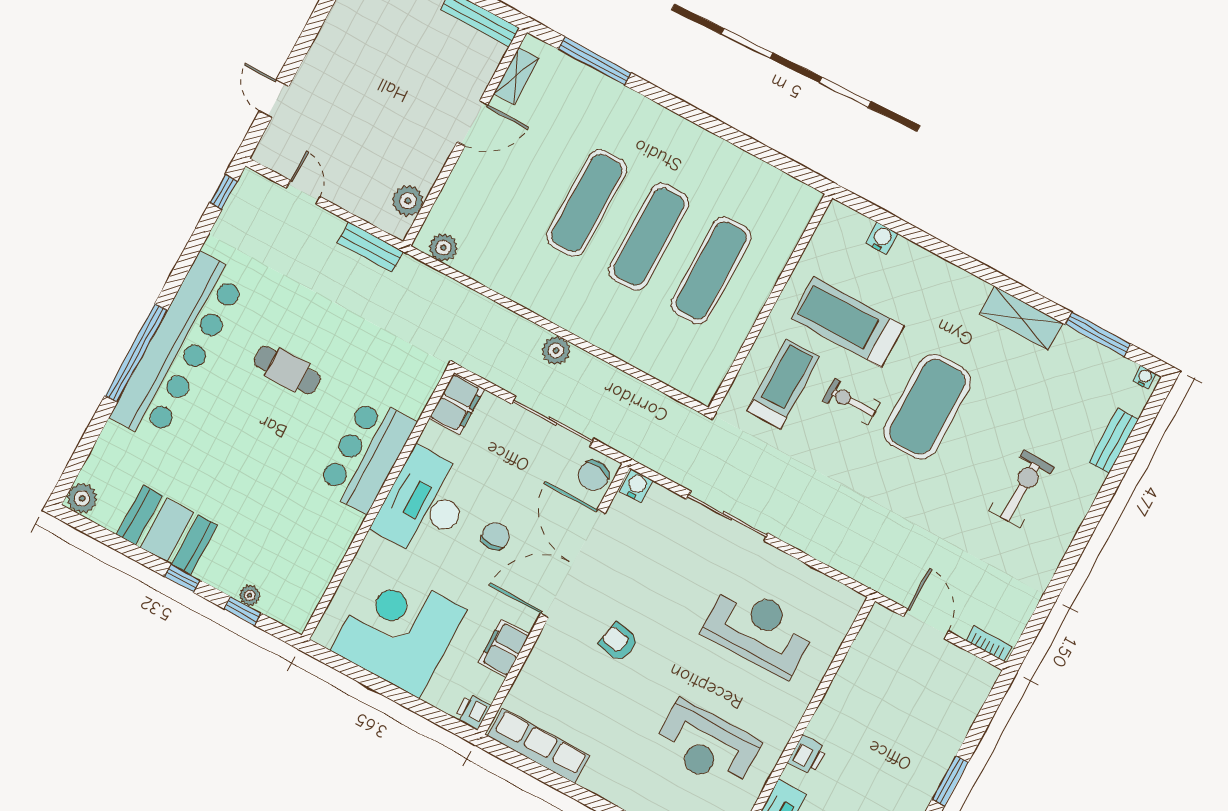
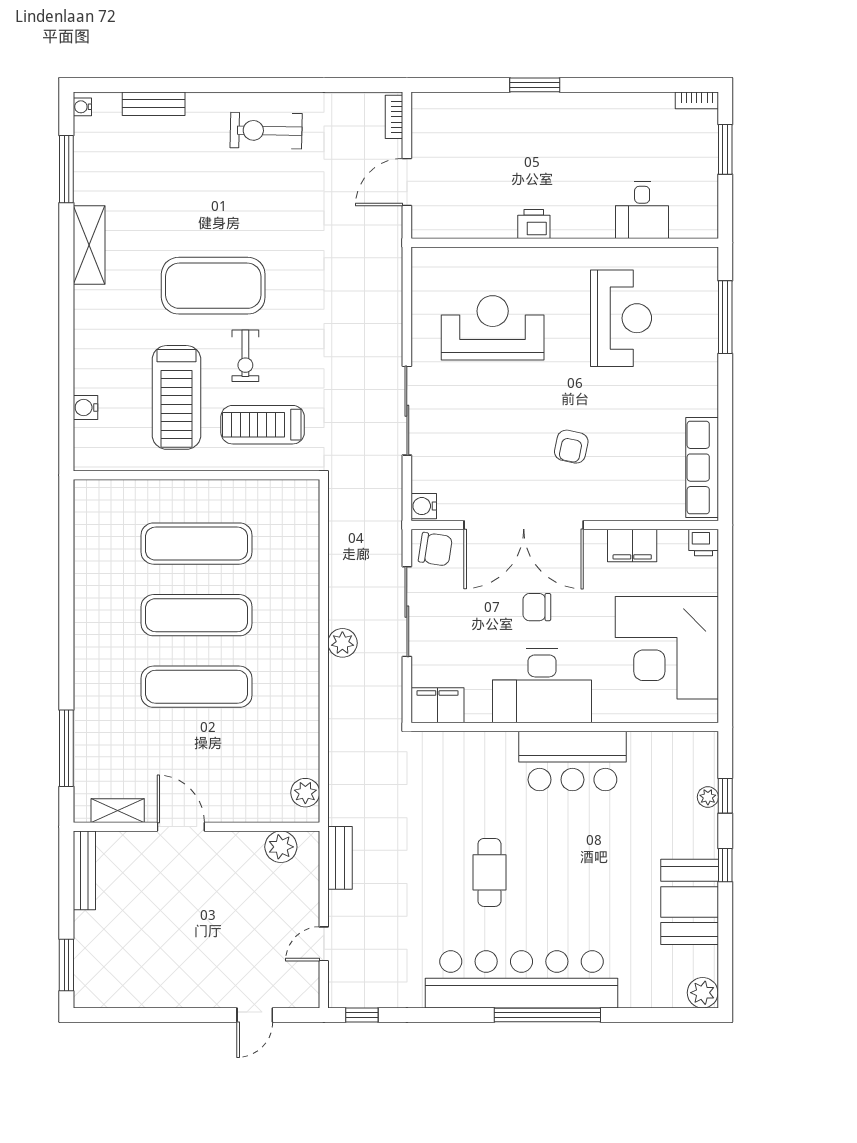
bar counter: (366, 455) -> (572, 761), moved
exercise bike: (1022, 489) -> (266, 131), moved
reception desk: (759, 630) -> (493, 328), turned 90
printer: (808, 755) -> (534, 224), moved

